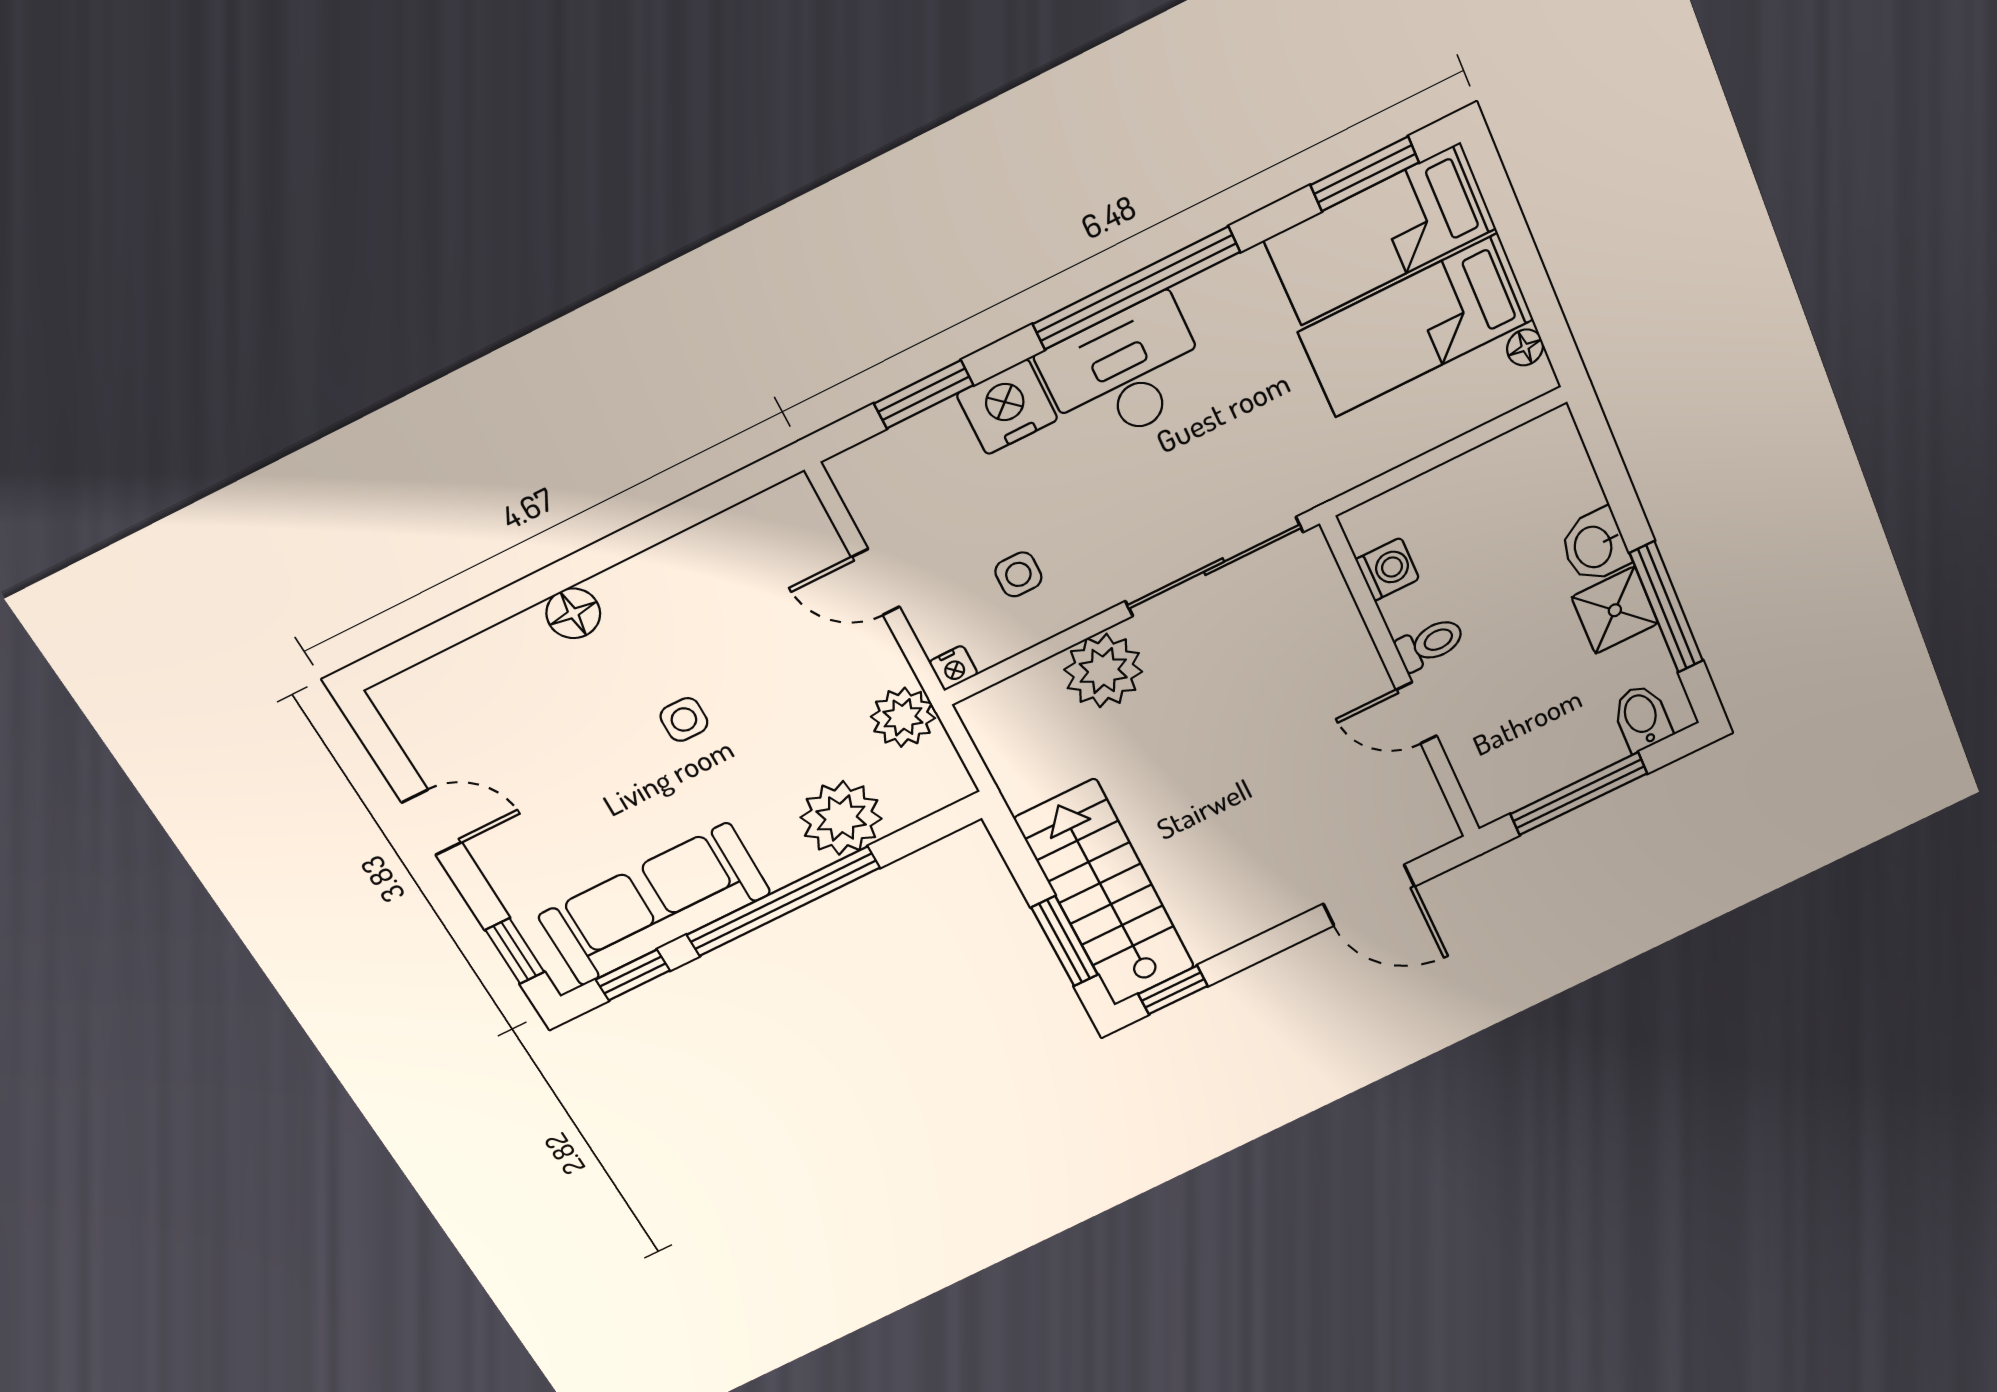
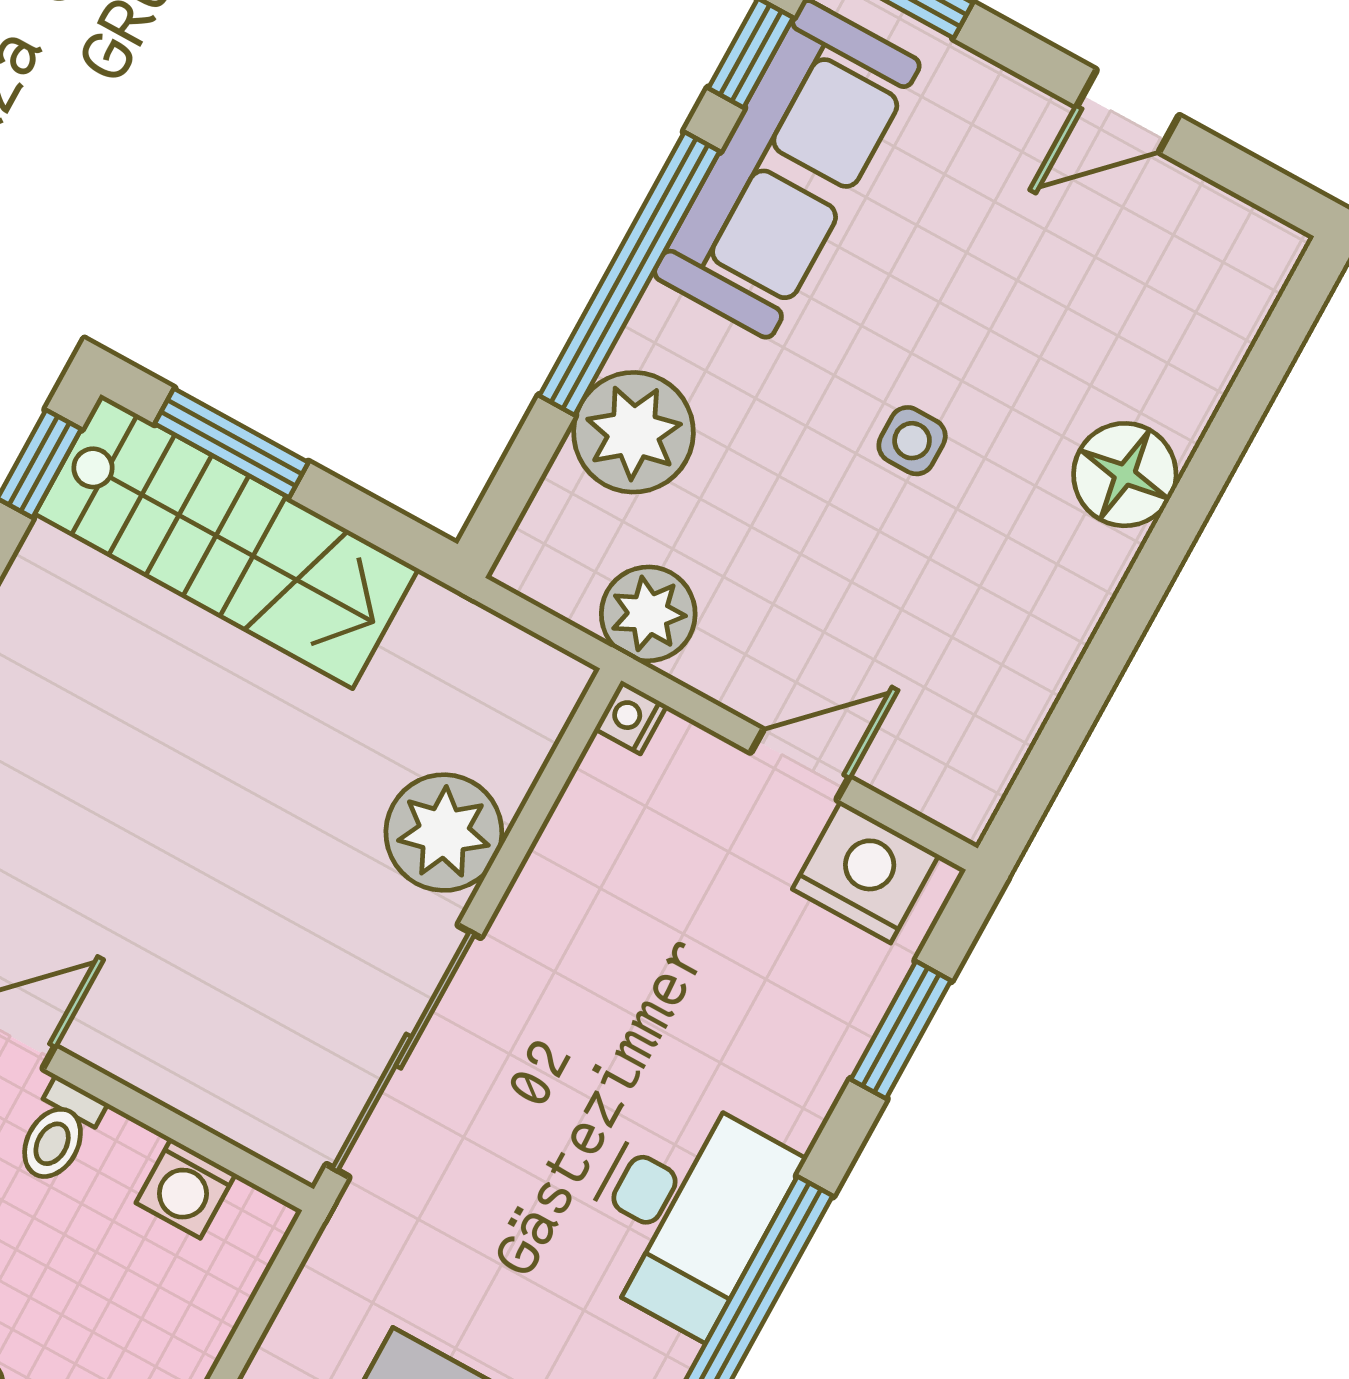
nightstand: (1007, 407) -> (866, 872), moved, turned -90
side table: (1018, 574) -> (635, 886), removed
floor lamp: (573, 613) -> (1125, 475), width x1.38, depth x1.38

